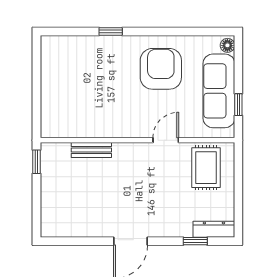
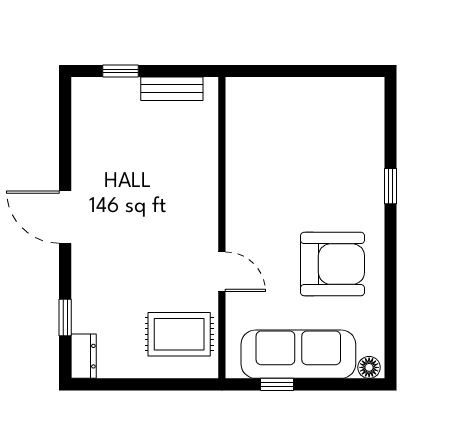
bench: (91, 150) -> (172, 89), moved, turned 90
window: (36, 162) -> (121, 71), moved
dresser: (214, 229) -> (84, 356), width x0.70

